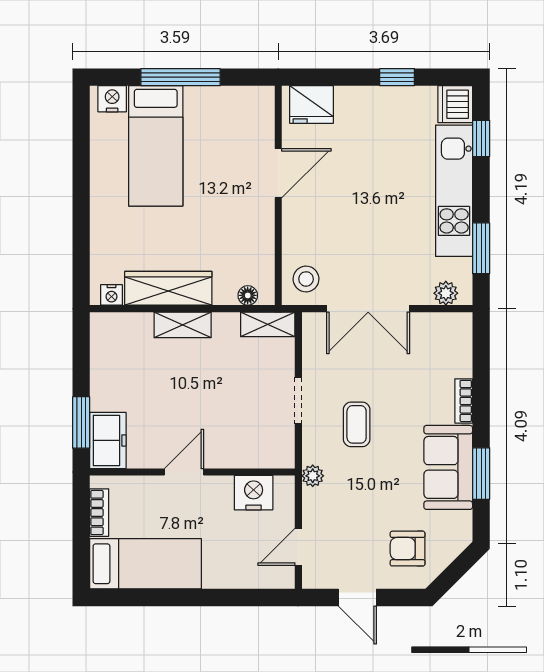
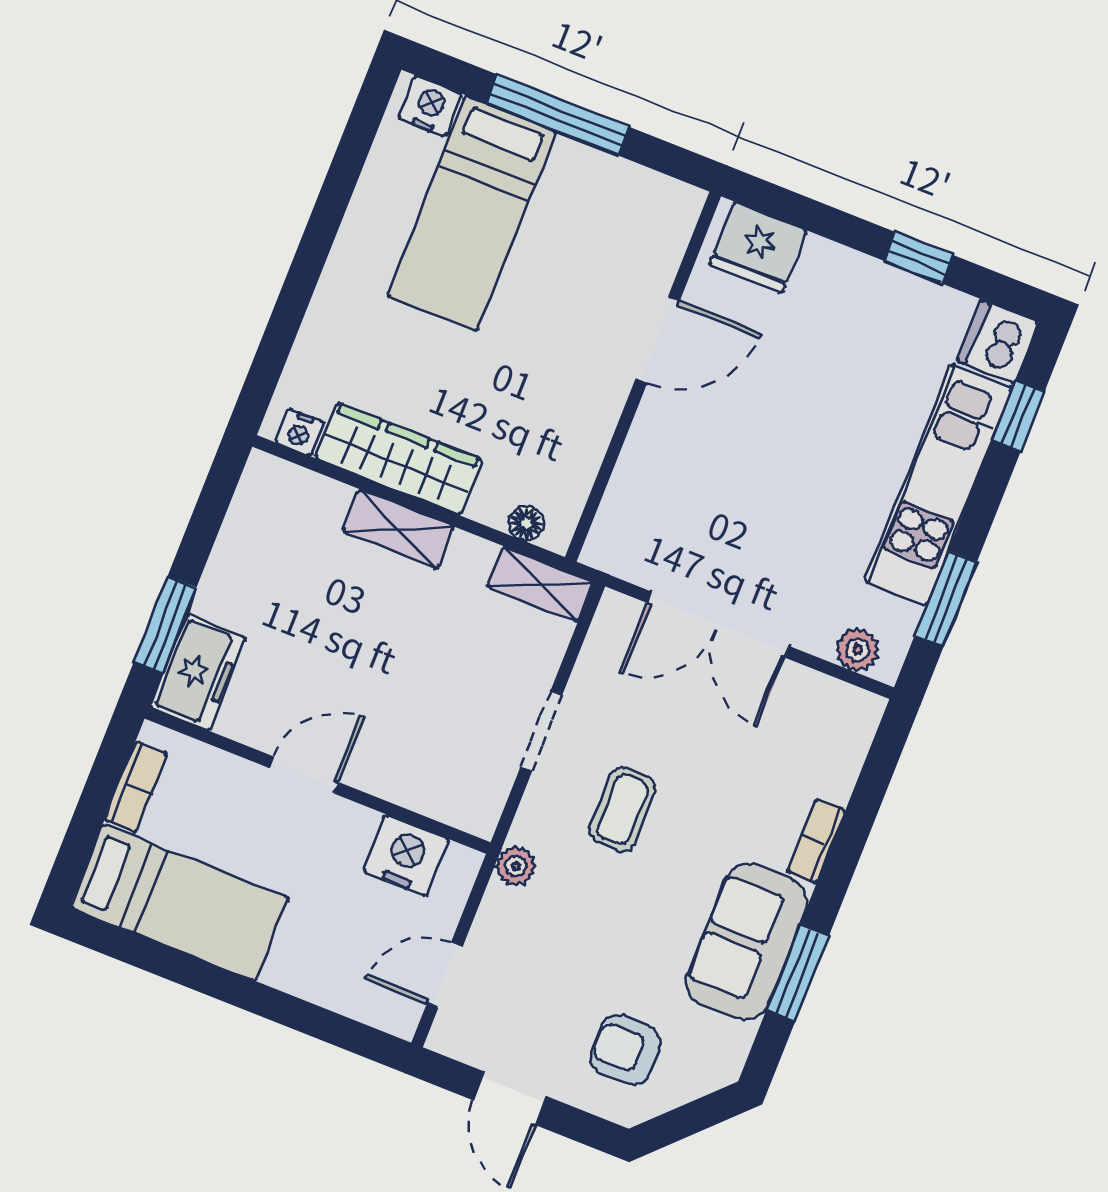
stool: (306, 279) -> (634, 534), removed

